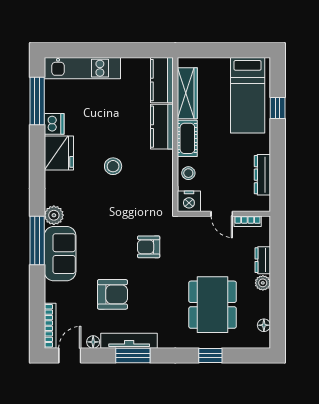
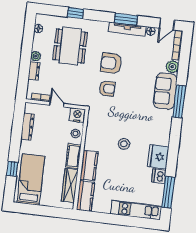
plant: (54, 215) -> (172, 67), moved
armchair: (112, 294) -> (111, 63), moved

